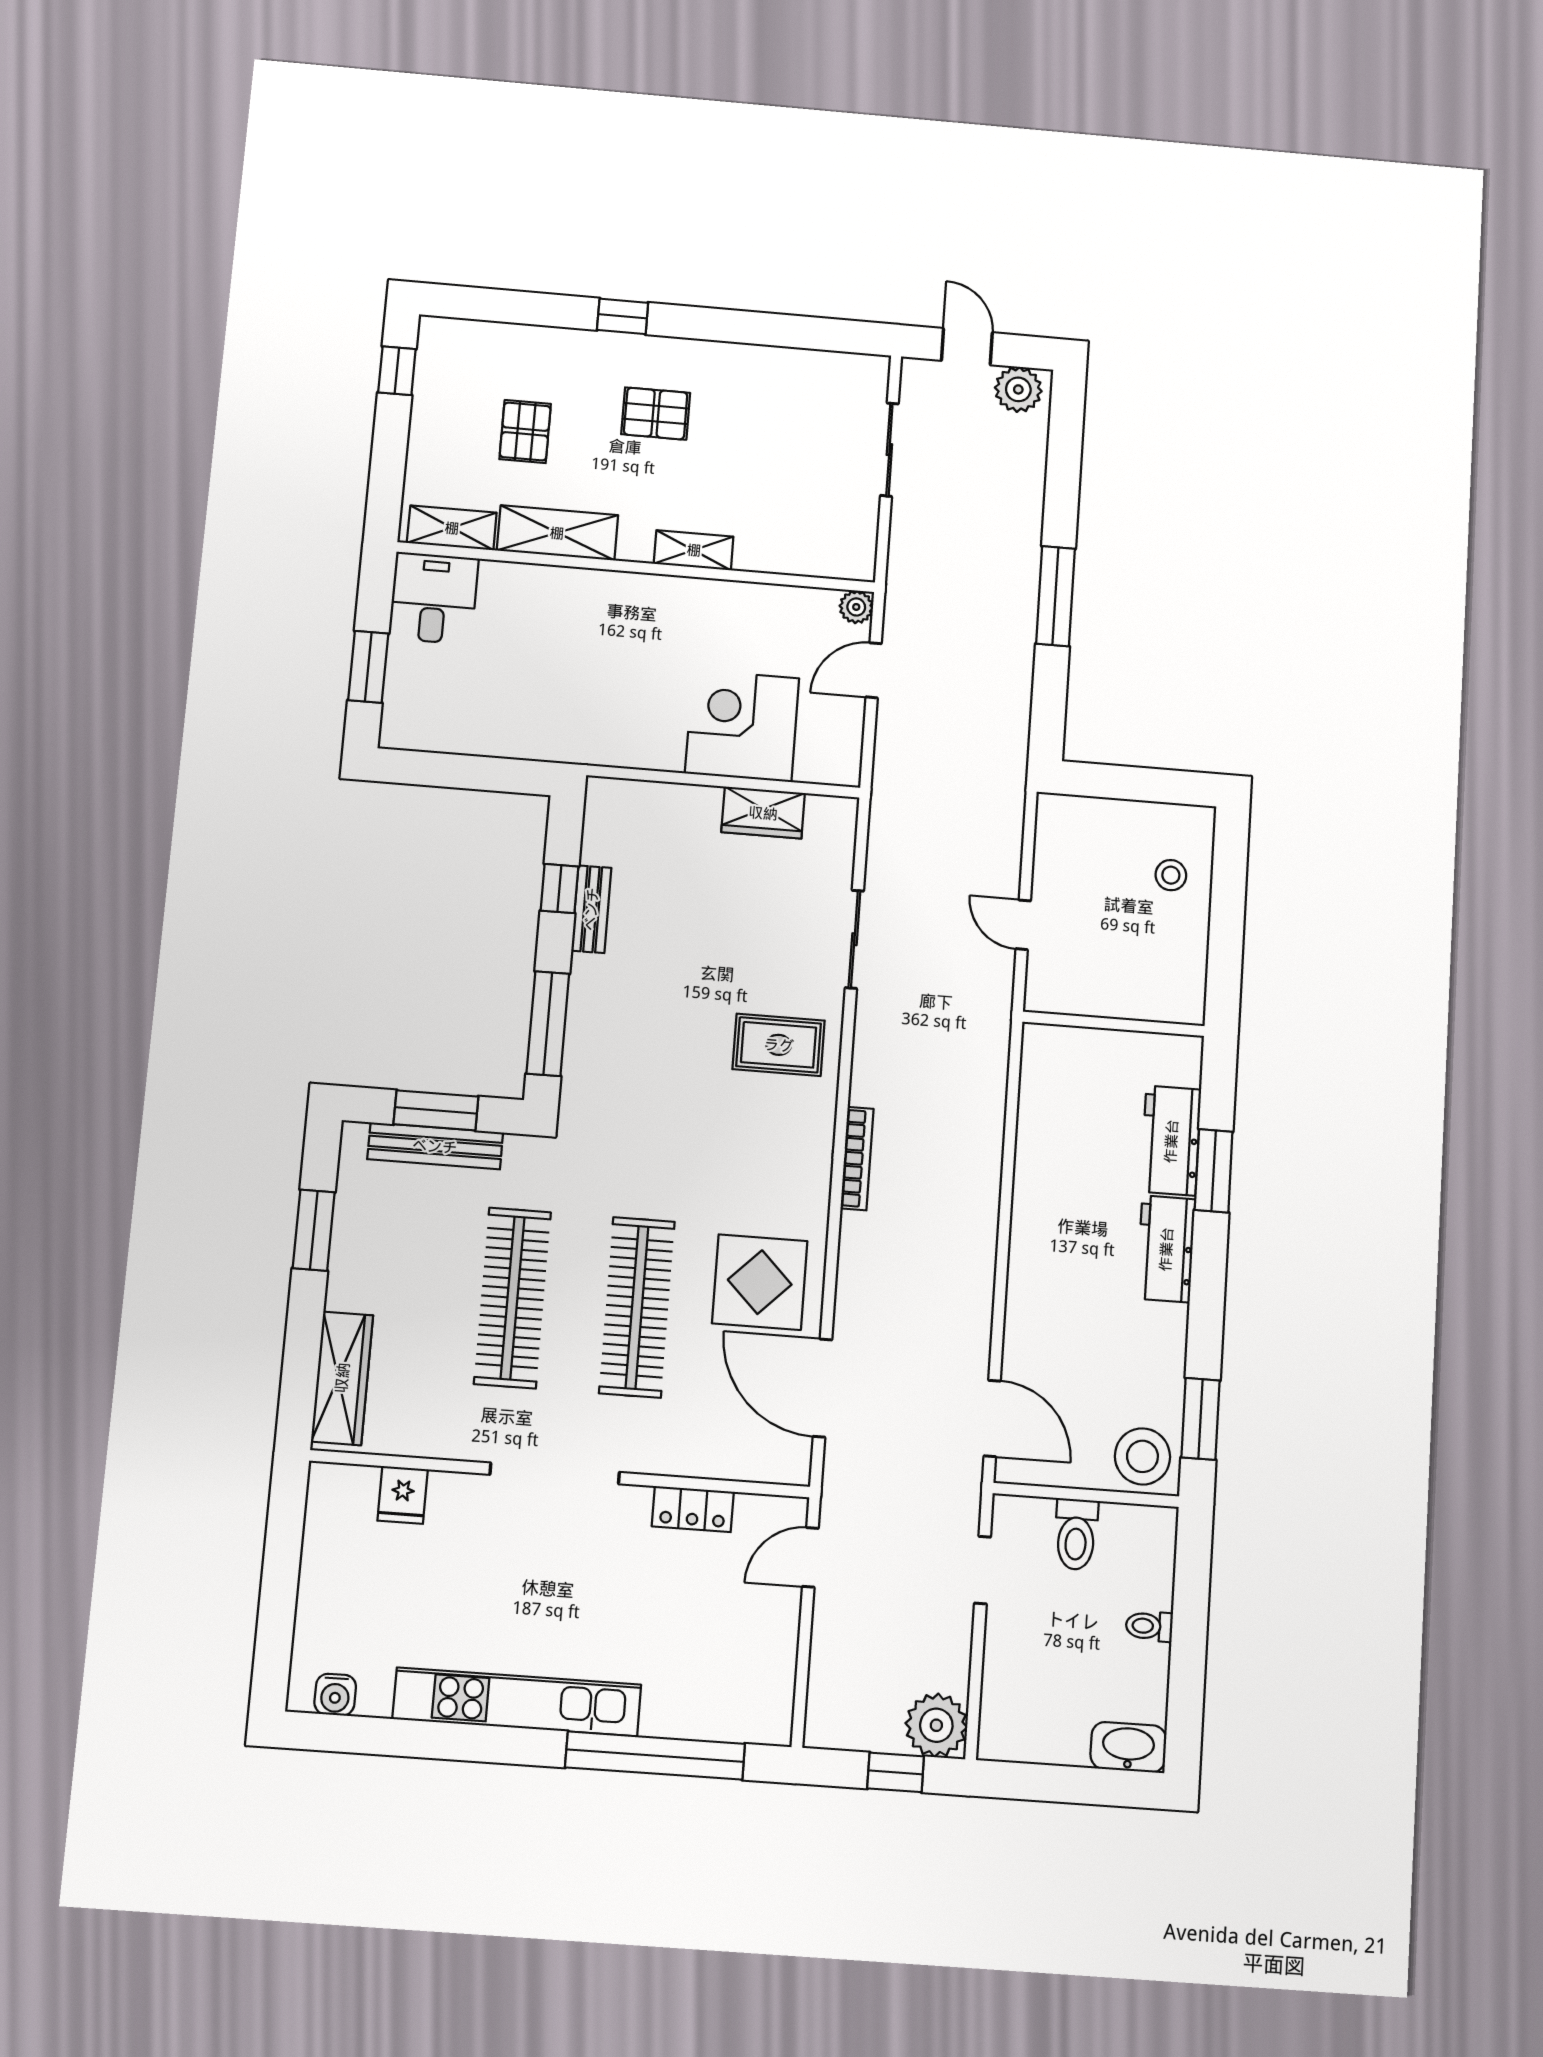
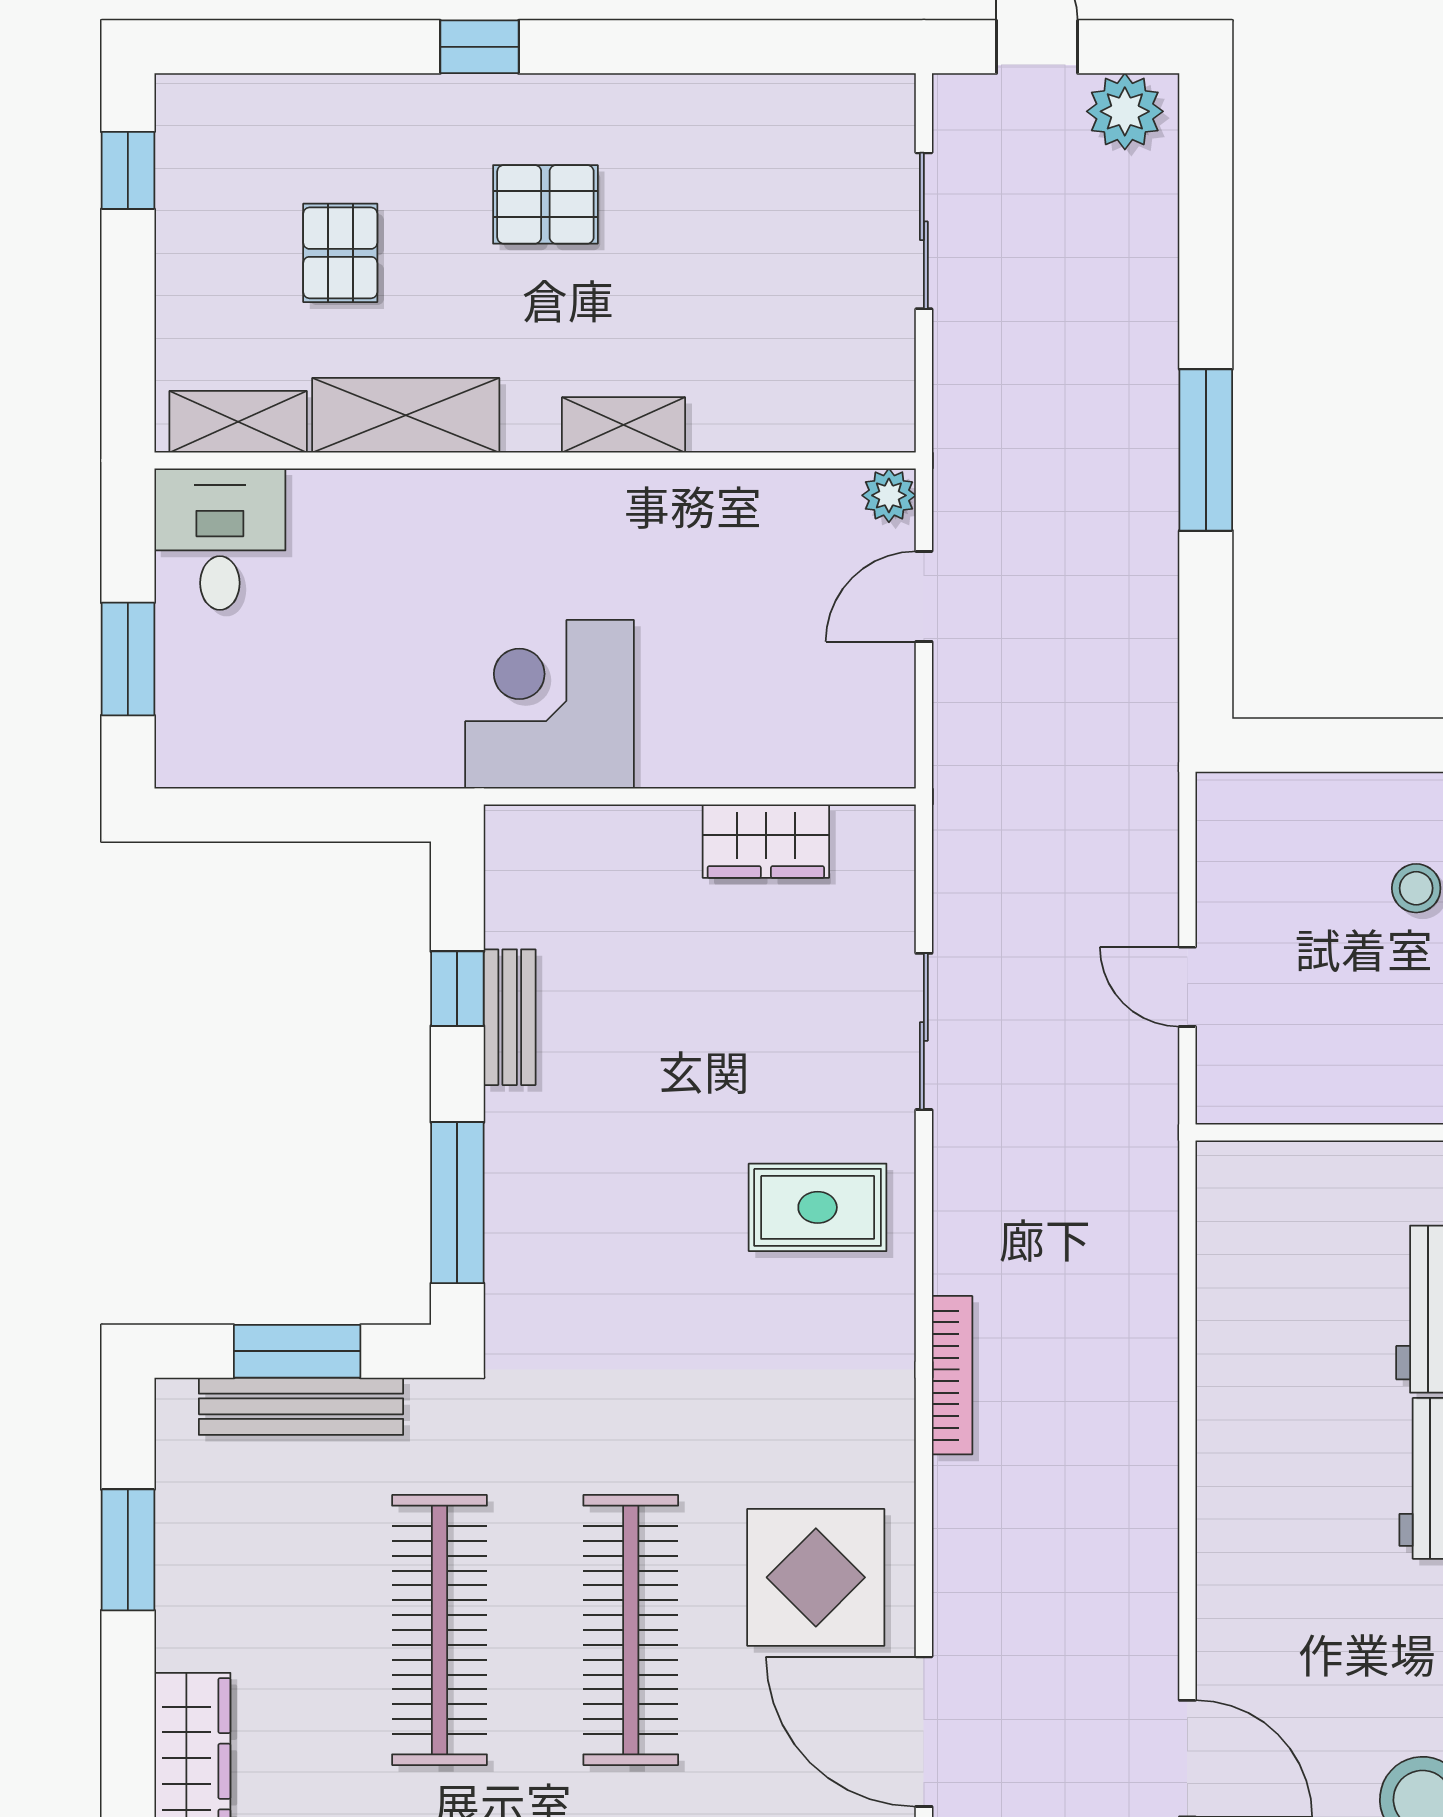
corner desk: (742, 726) -> (550, 704), moved

